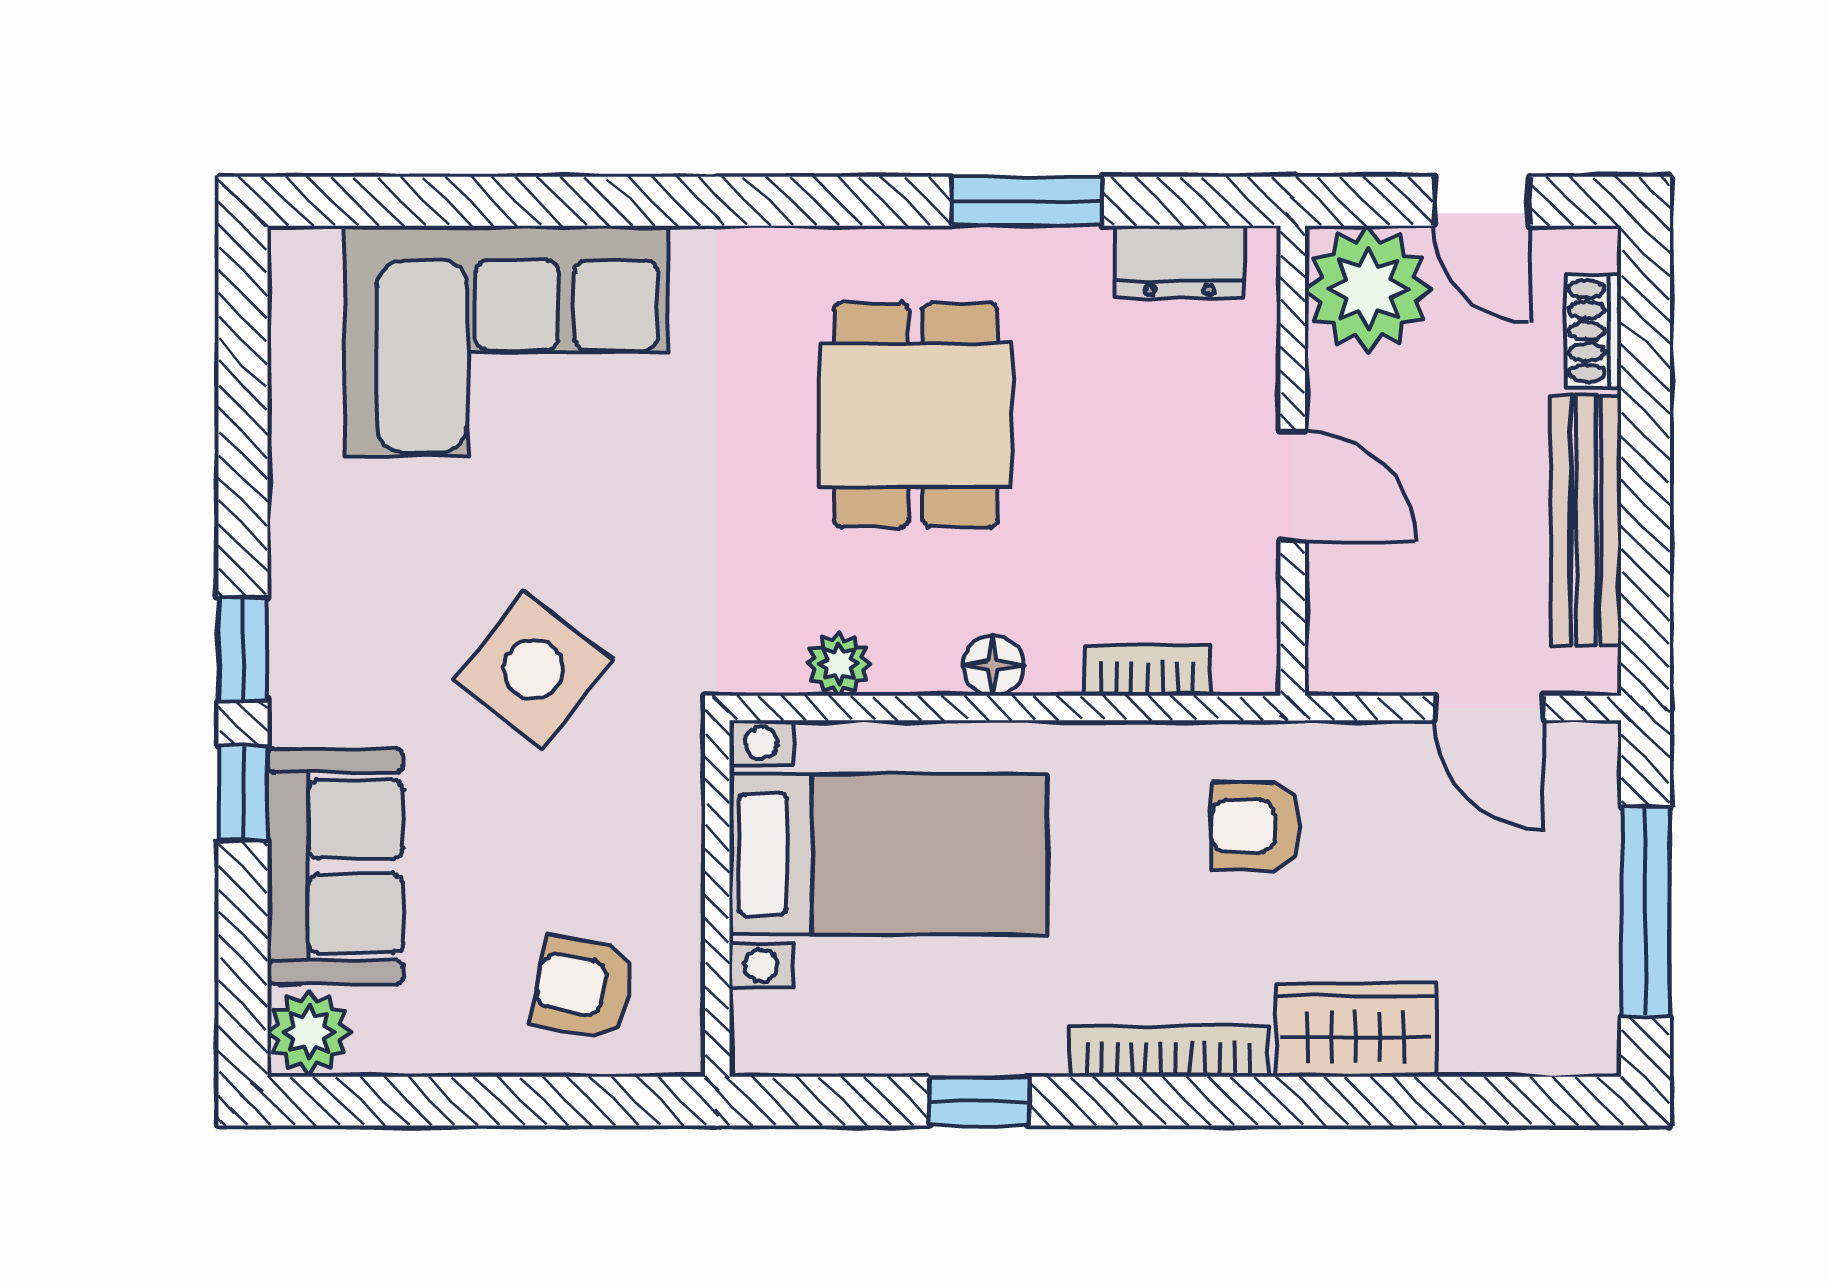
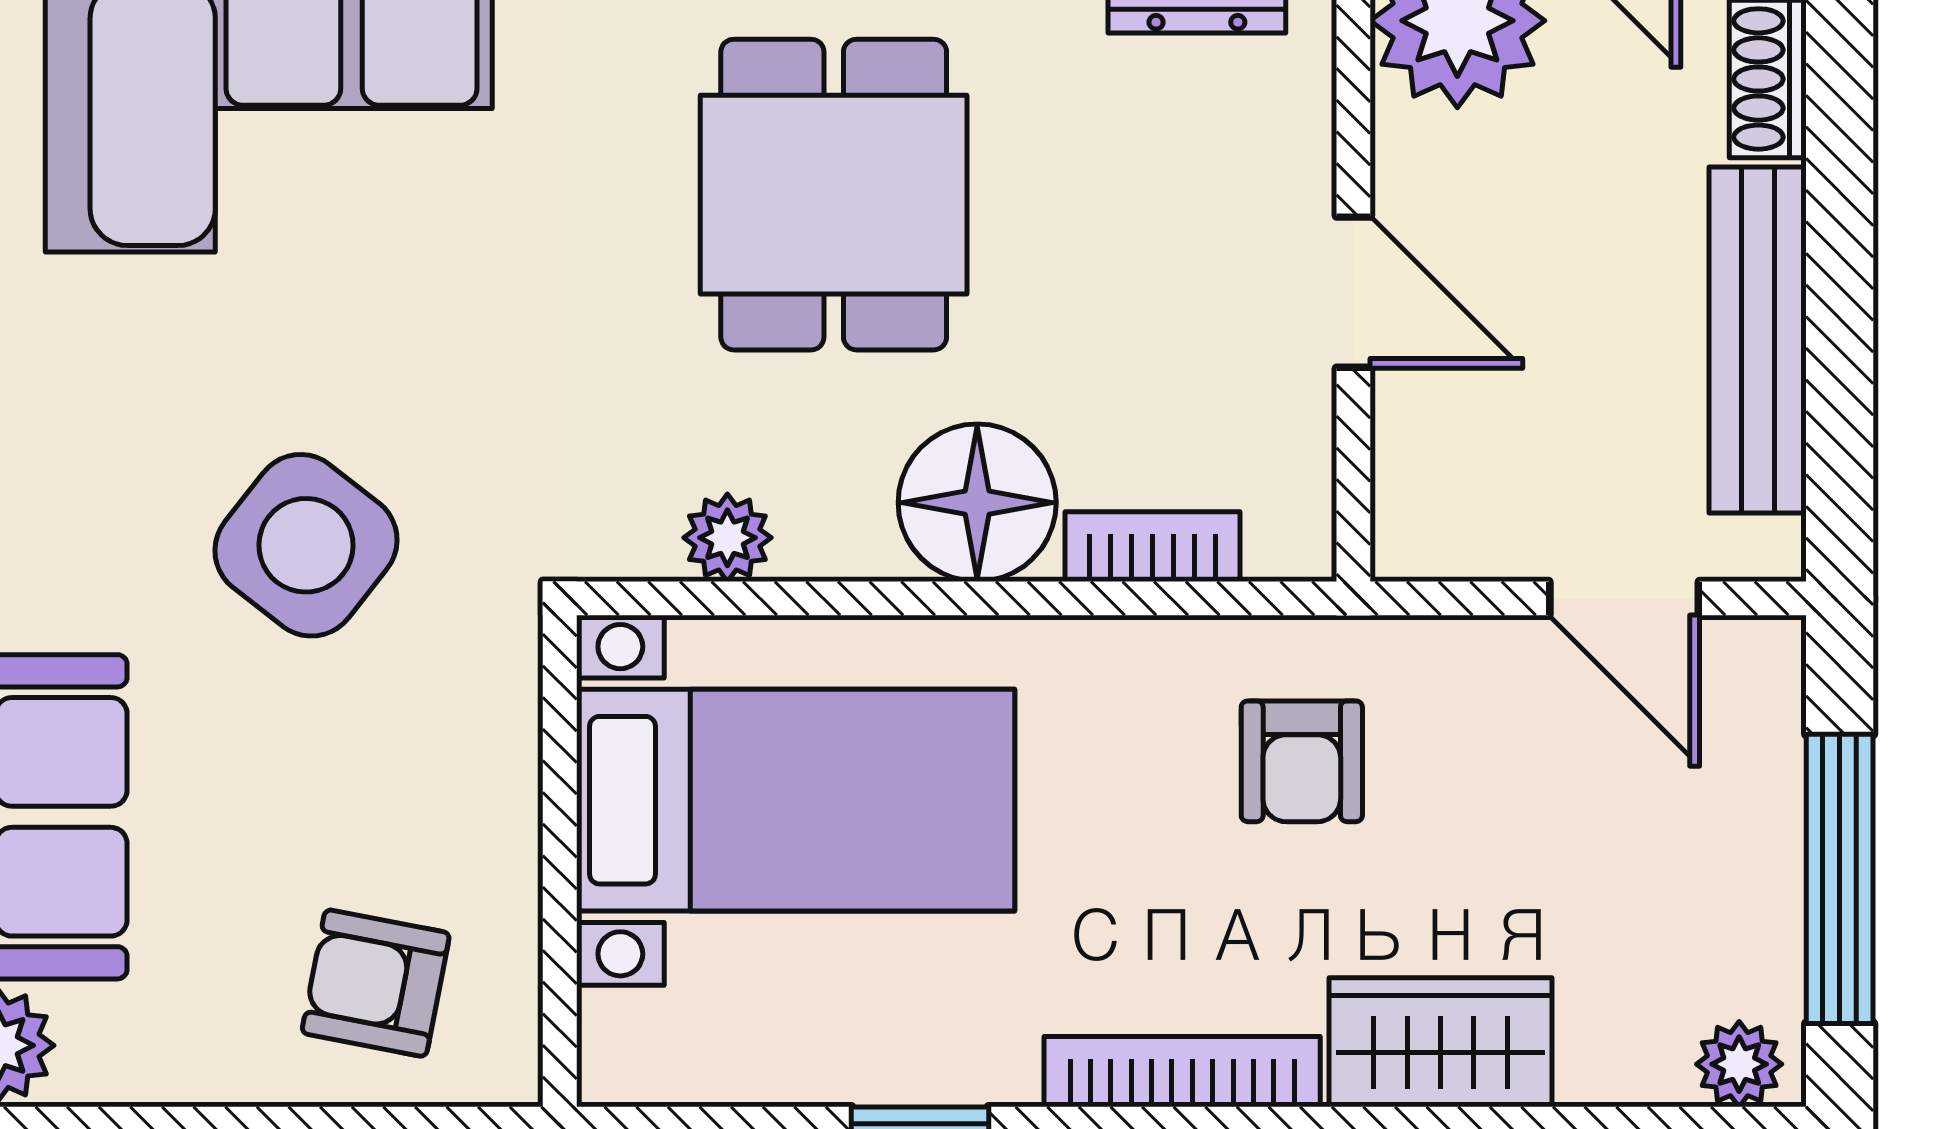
floor lamp: (993, 665) -> (977, 503), width x1.89, depth x1.89
armchair: (1255, 826) -> (1302, 761), turned -90
plant: (1573, 1046) -> (1739, 1064), added

